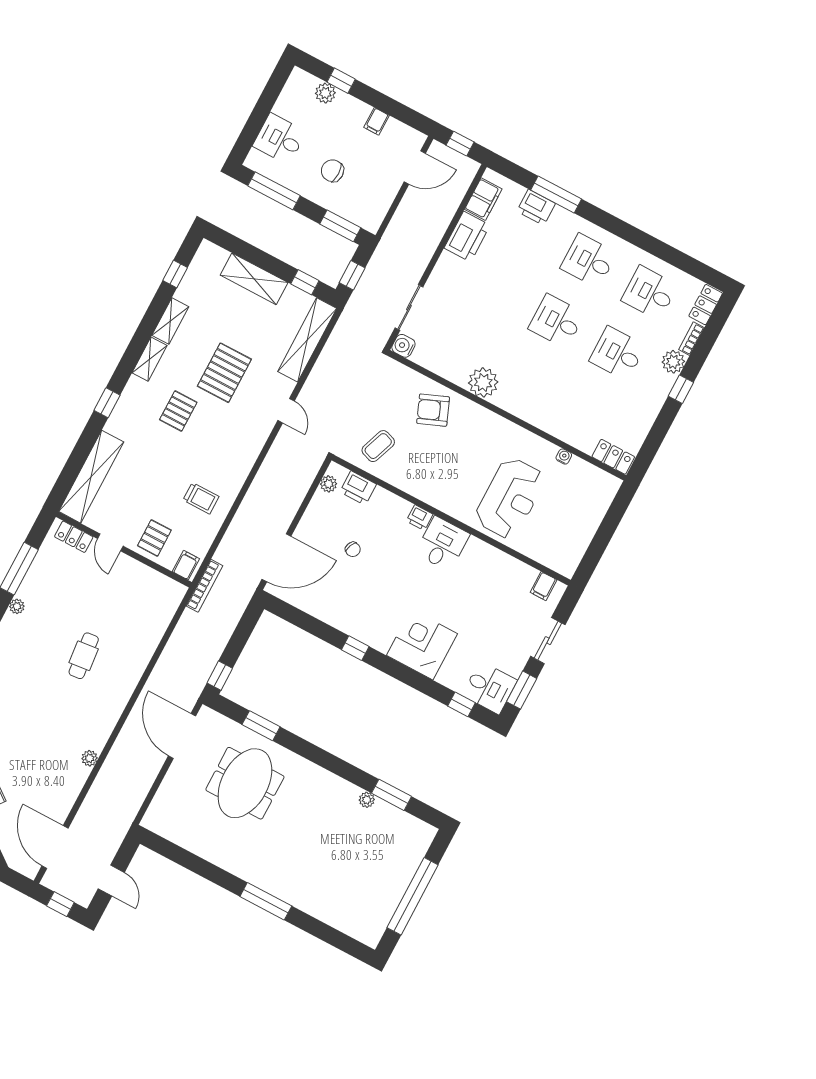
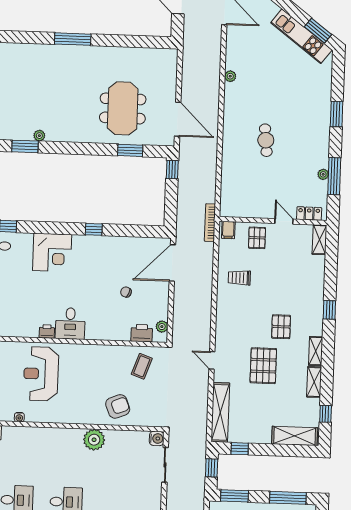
shelving: (254, 279) -> (295, 436), moved
shelving: (91, 477) -> (319, 240), width x0.45, depth x0.75
printer: (420, 518) -> (47, 331), moved
plant: (17, 606) -> (323, 174), moved

